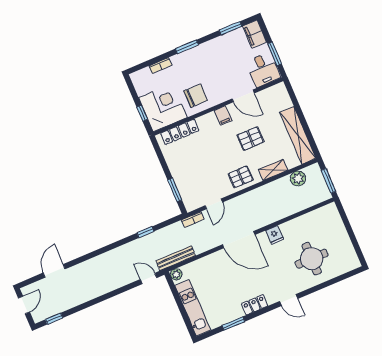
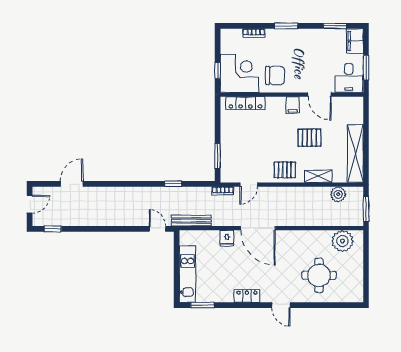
fridge: (275, 235) -> (227, 238), moved
plant: (176, 274) -> (342, 241), moved, width x1.88, depth x1.88
window: (233, 324) -> (202, 305), moved

